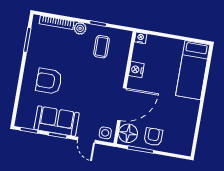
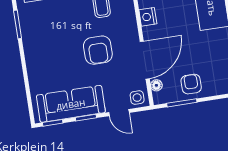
armchair: (49, 81) -> (98, 50), moved, turned -90
sofa: (57, 121) -> (71, 104), width x1.36
floor lamp: (128, 133) -> (156, 85), width x0.53, depth x0.53

